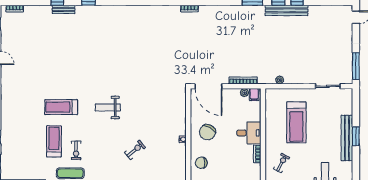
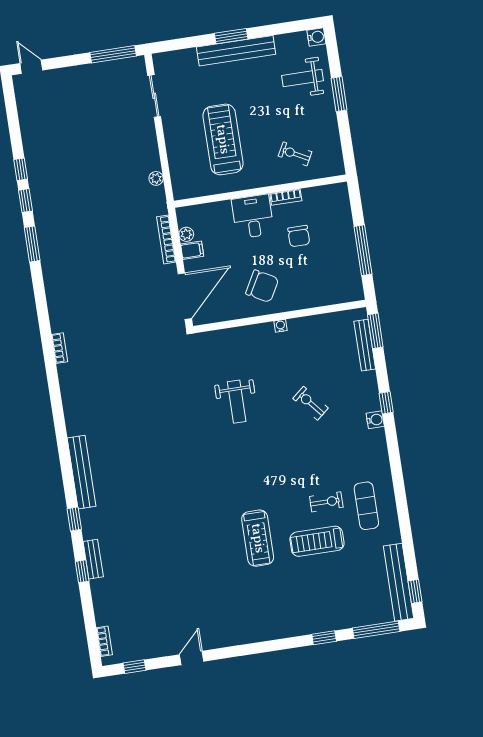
bench: (287, 10) -> (82, 472), moved
filing cabinet: (254, 95) -> (192, 250), moved
weight bench: (108, 108) -> (237, 402), moved
treadmill: (296, 122) -> (223, 139), turned -90
chair: (201, 163) -> (299, 236), moved

